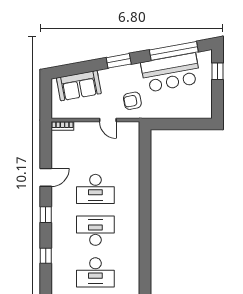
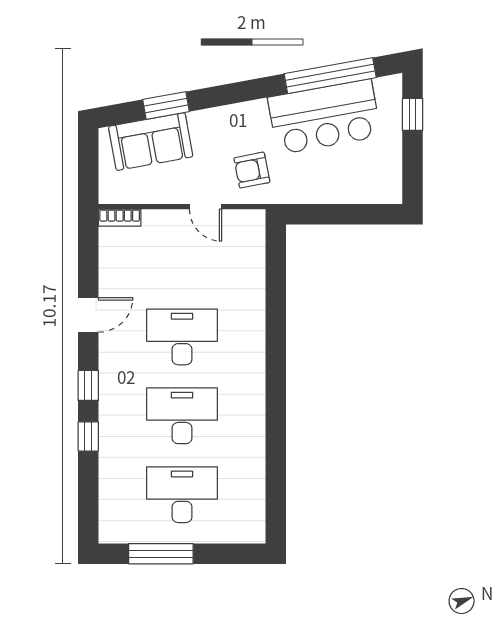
window: (119, 61) -> (166, 106), moved
desk: (95, 189) -> (182, 337), turned 180
window: (46, 256) -> (88, 437), moved
desk: (95, 272) -> (182, 495), turned 180

